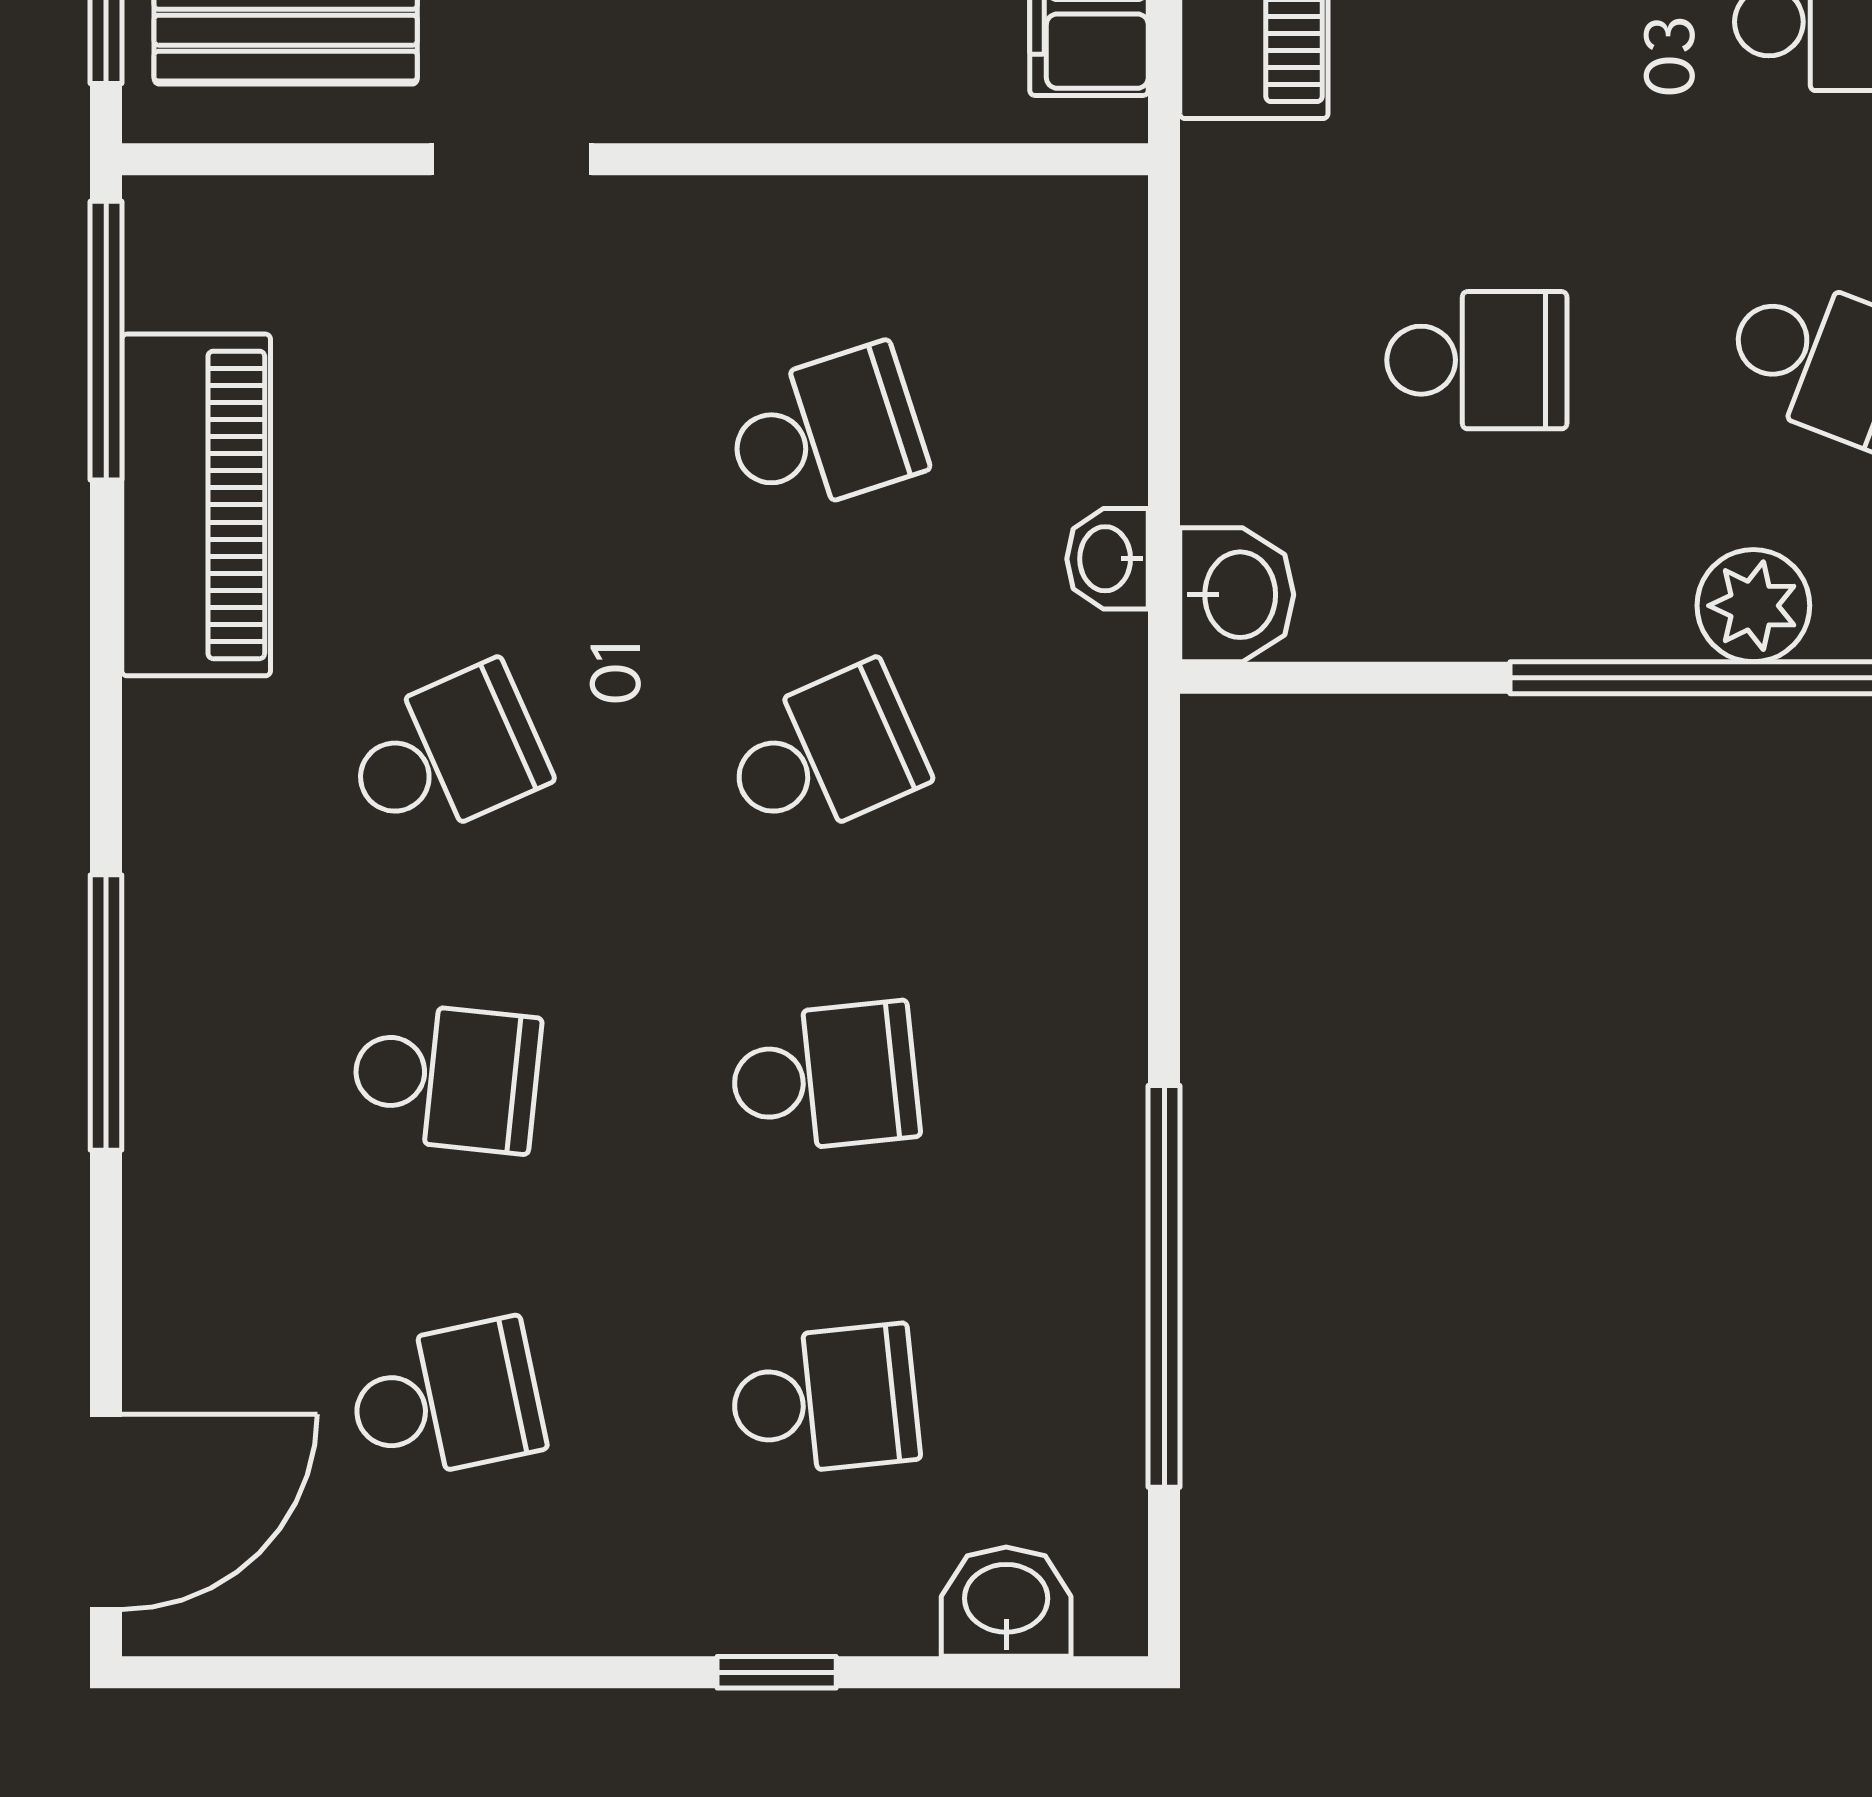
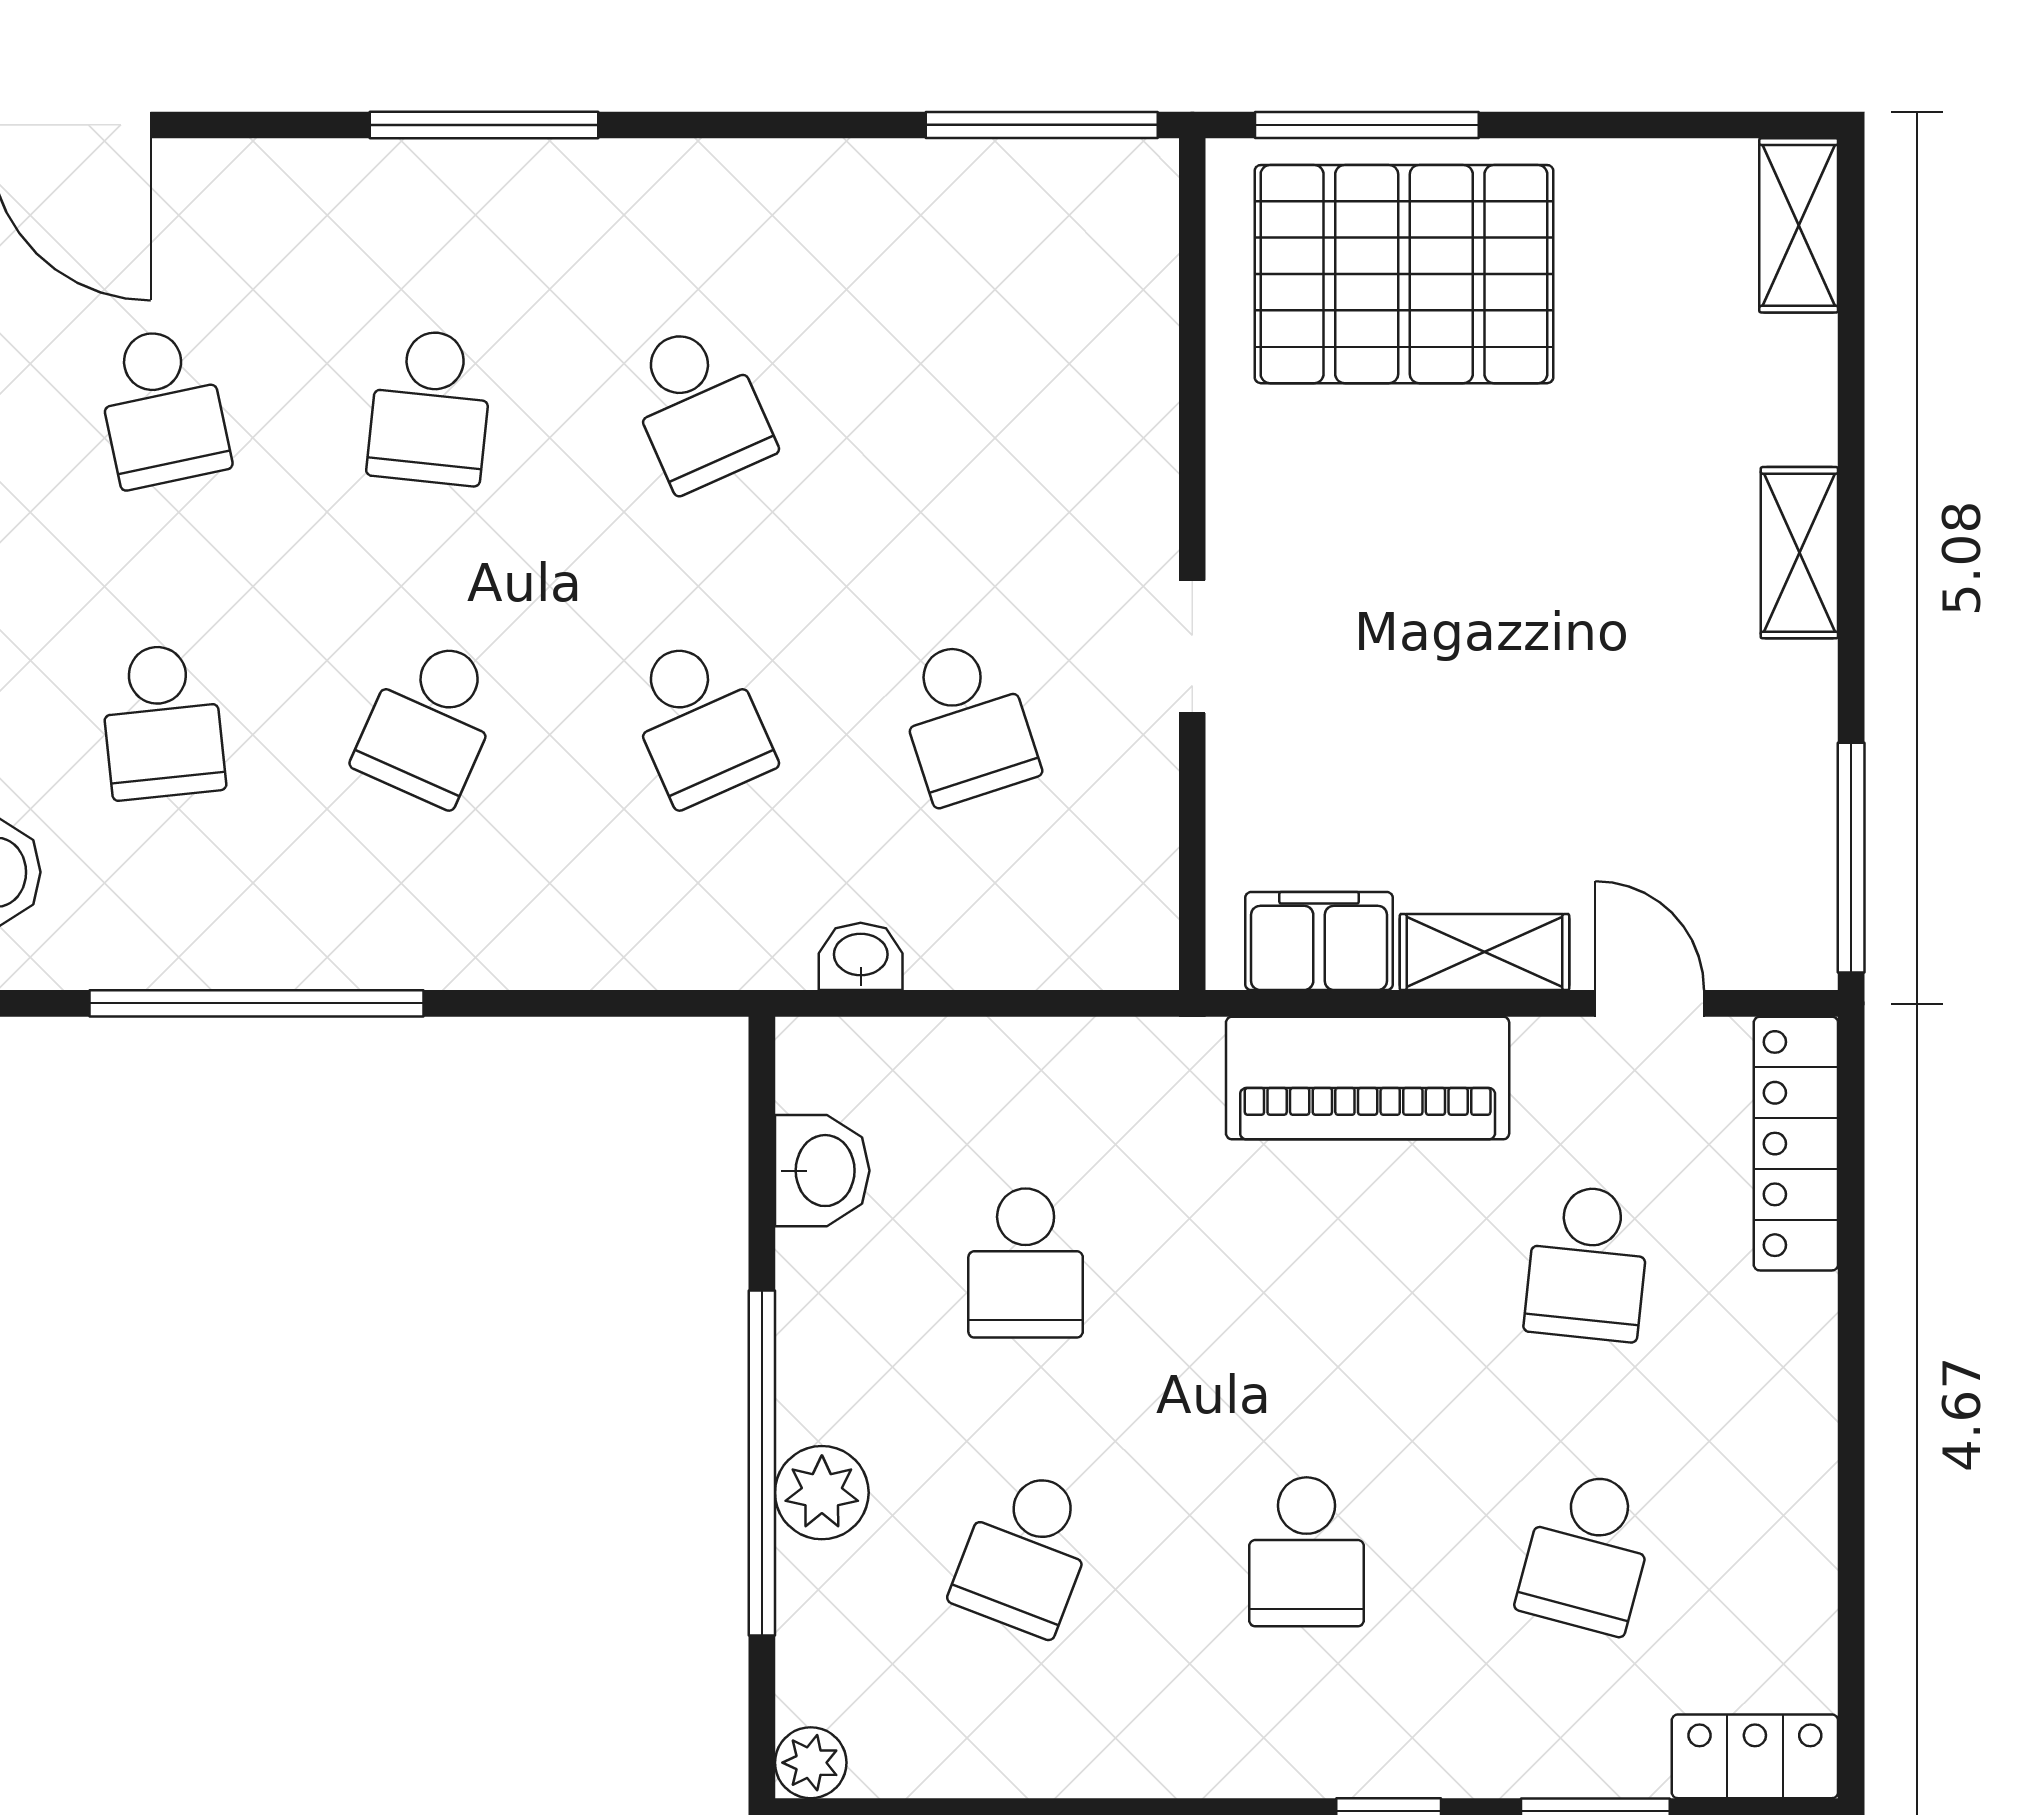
doorway: (512, 159) -> (1192, 647), moved
piano: (196, 505) -> (905, 200), removed
washbasin: (1237, 595) -> (822, 1171), moved, turned -90
school desk: (824, 1077) -> (430, 721), turned 30

